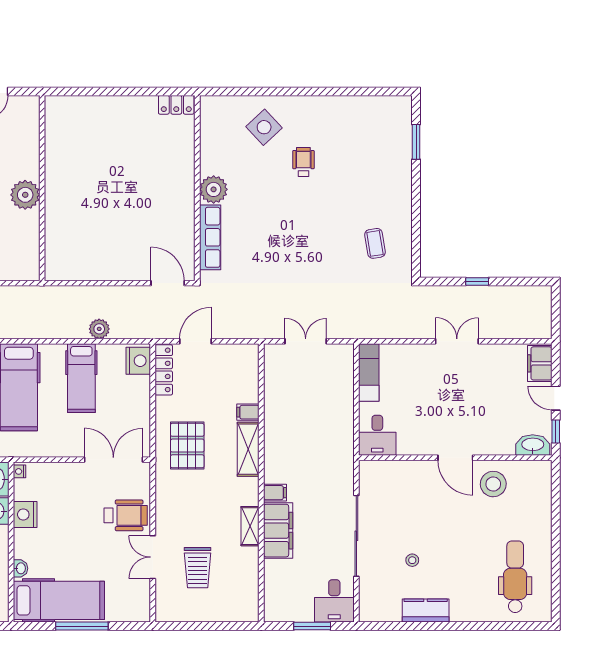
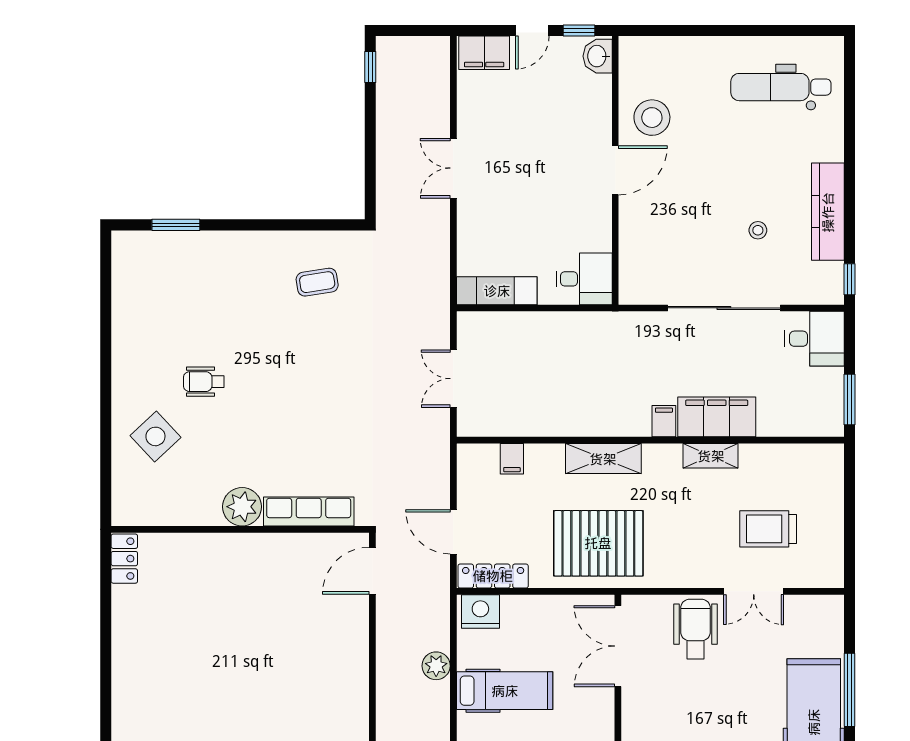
window: (477, 282) -> (370, 67), moved
filing cabinet: (248, 412) -> (512, 459), moved
washbasin: (533, 445) -> (598, 56), width x0.72
pallet: (187, 446) -> (598, 543), width x1.37, depth x1.41
trolley: (198, 568) -> (768, 529), turned 180
kitchen counter: (426, 610) -> (828, 212), width x1.50
window: (312, 626) -> (850, 400), moved
window: (377, 626) -> (850, 279), added

